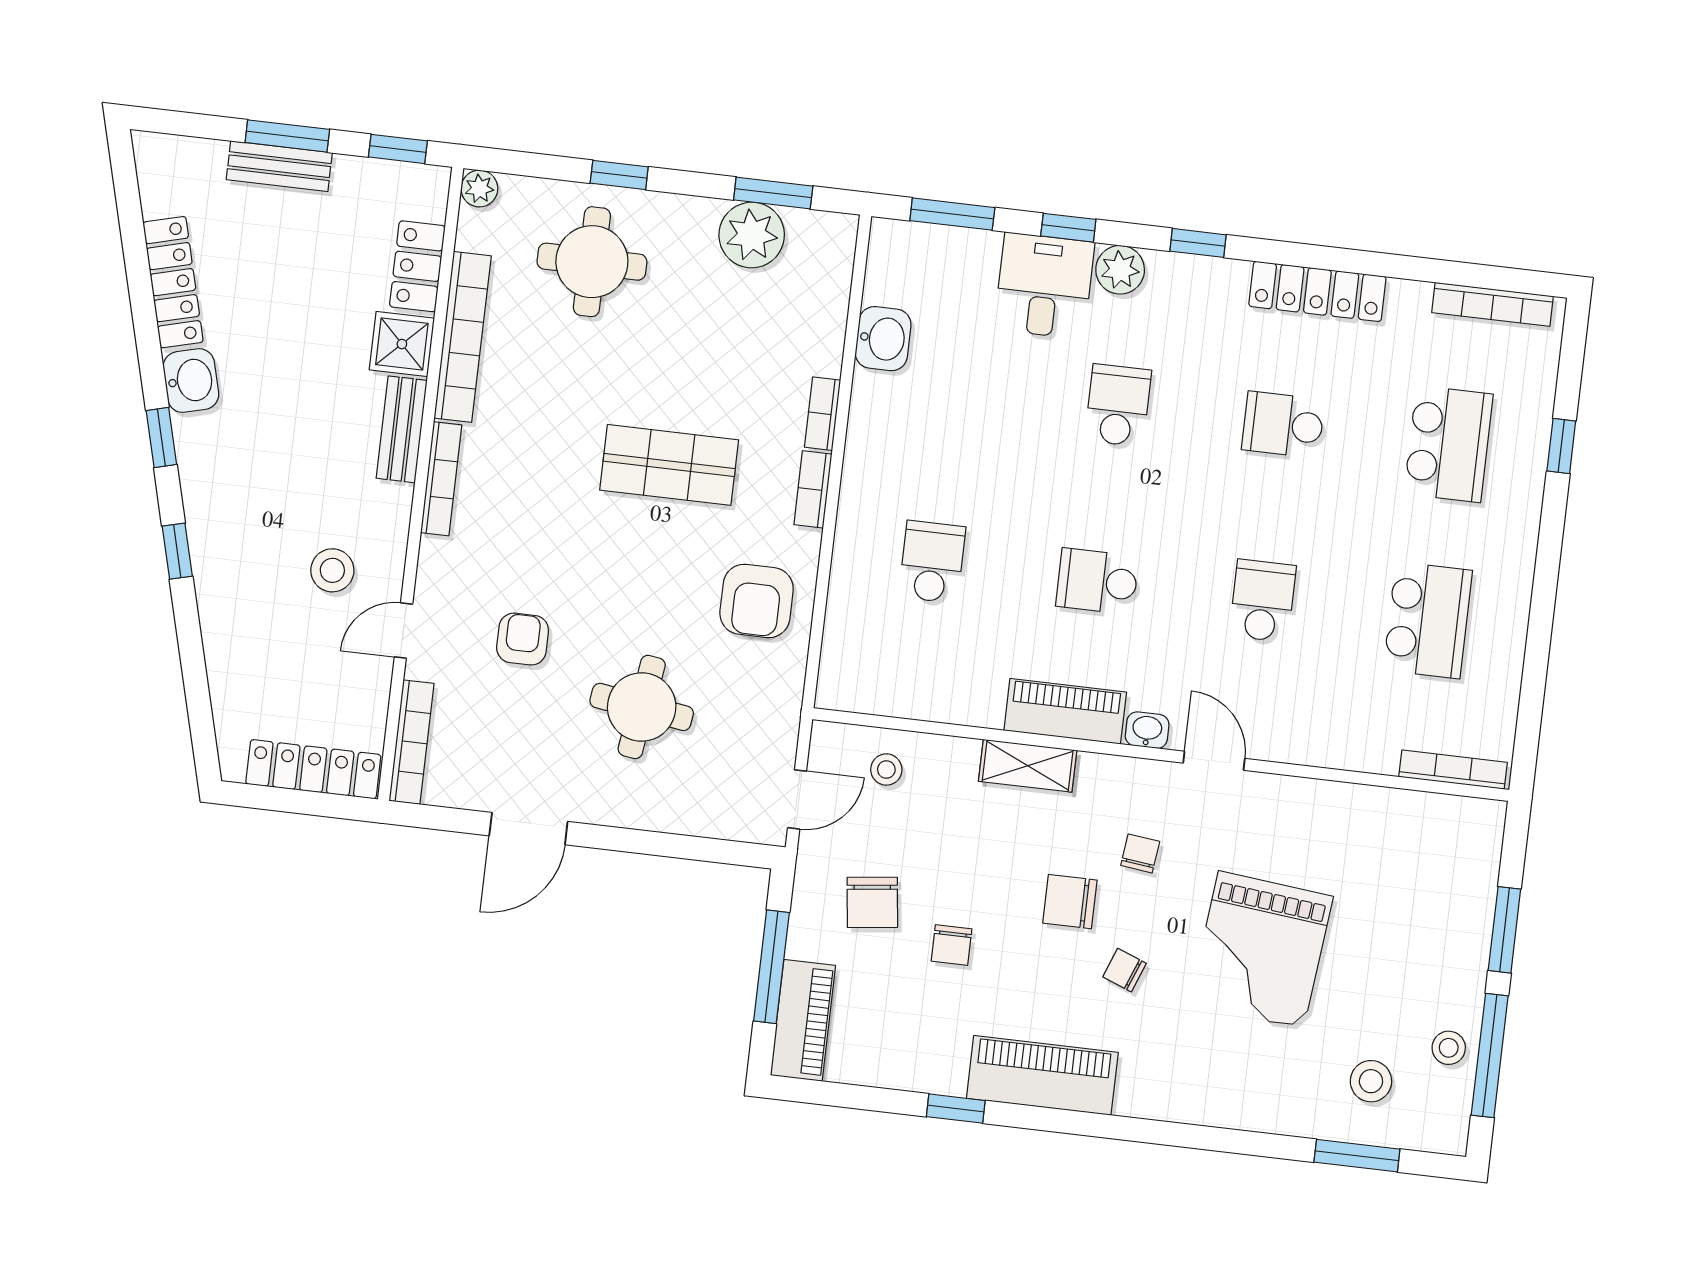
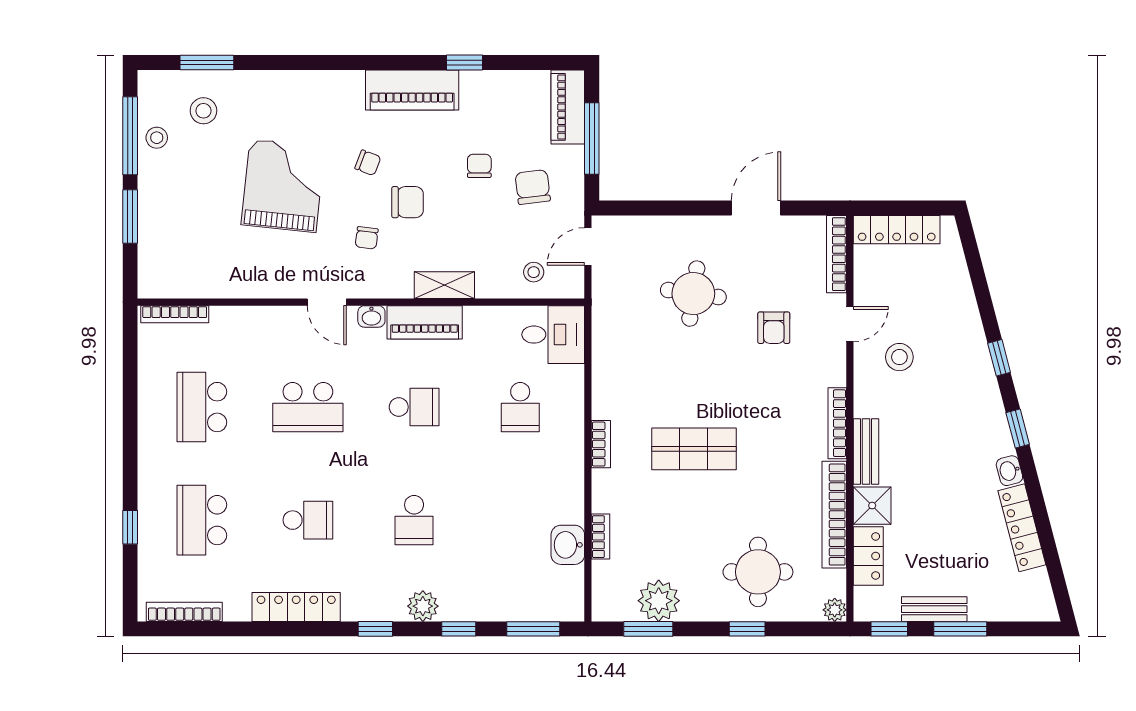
bench: (279, 166) -> (934, 609), moved
desk: (1044, 286) -> (553, 335), moved, turned -90
washbasin: (191, 381) -> (1009, 471), width x0.72, depth x0.69
bookcase: (823, 414) -> (601, 537), moved
armchair: (757, 601) -> (628, 369), removed
school desk: (1263, 601) -> (308, 407), width x1.85

